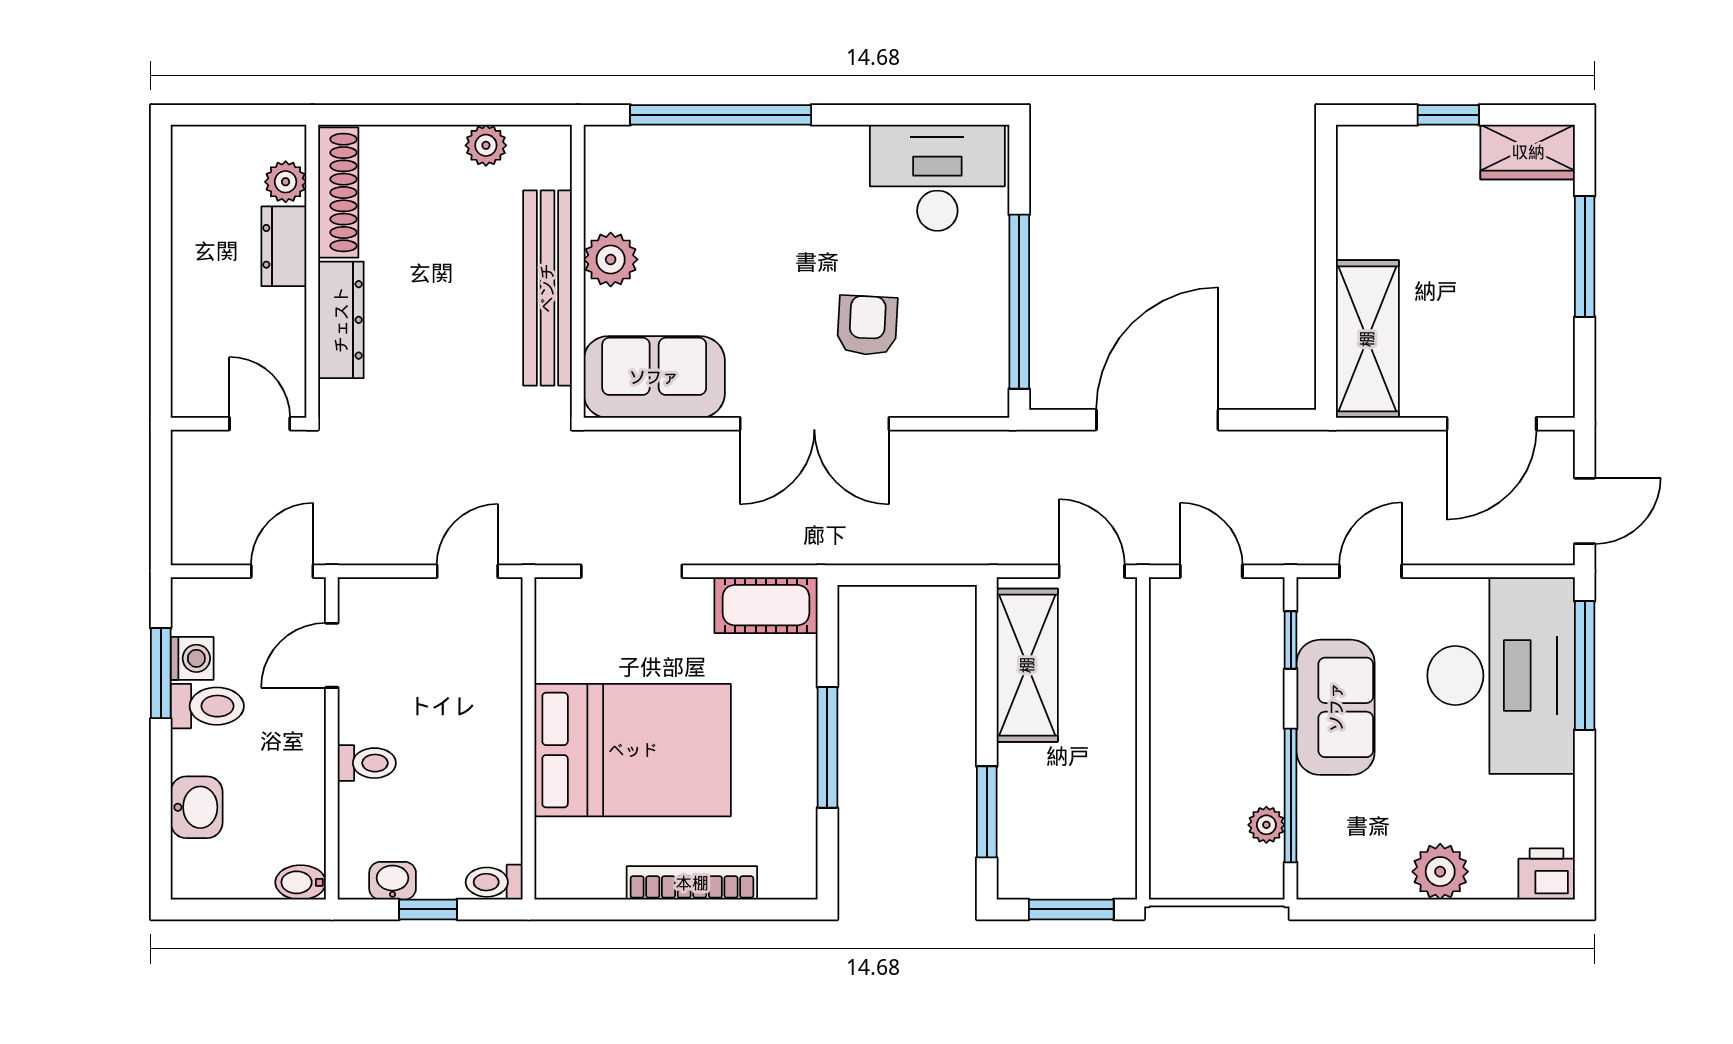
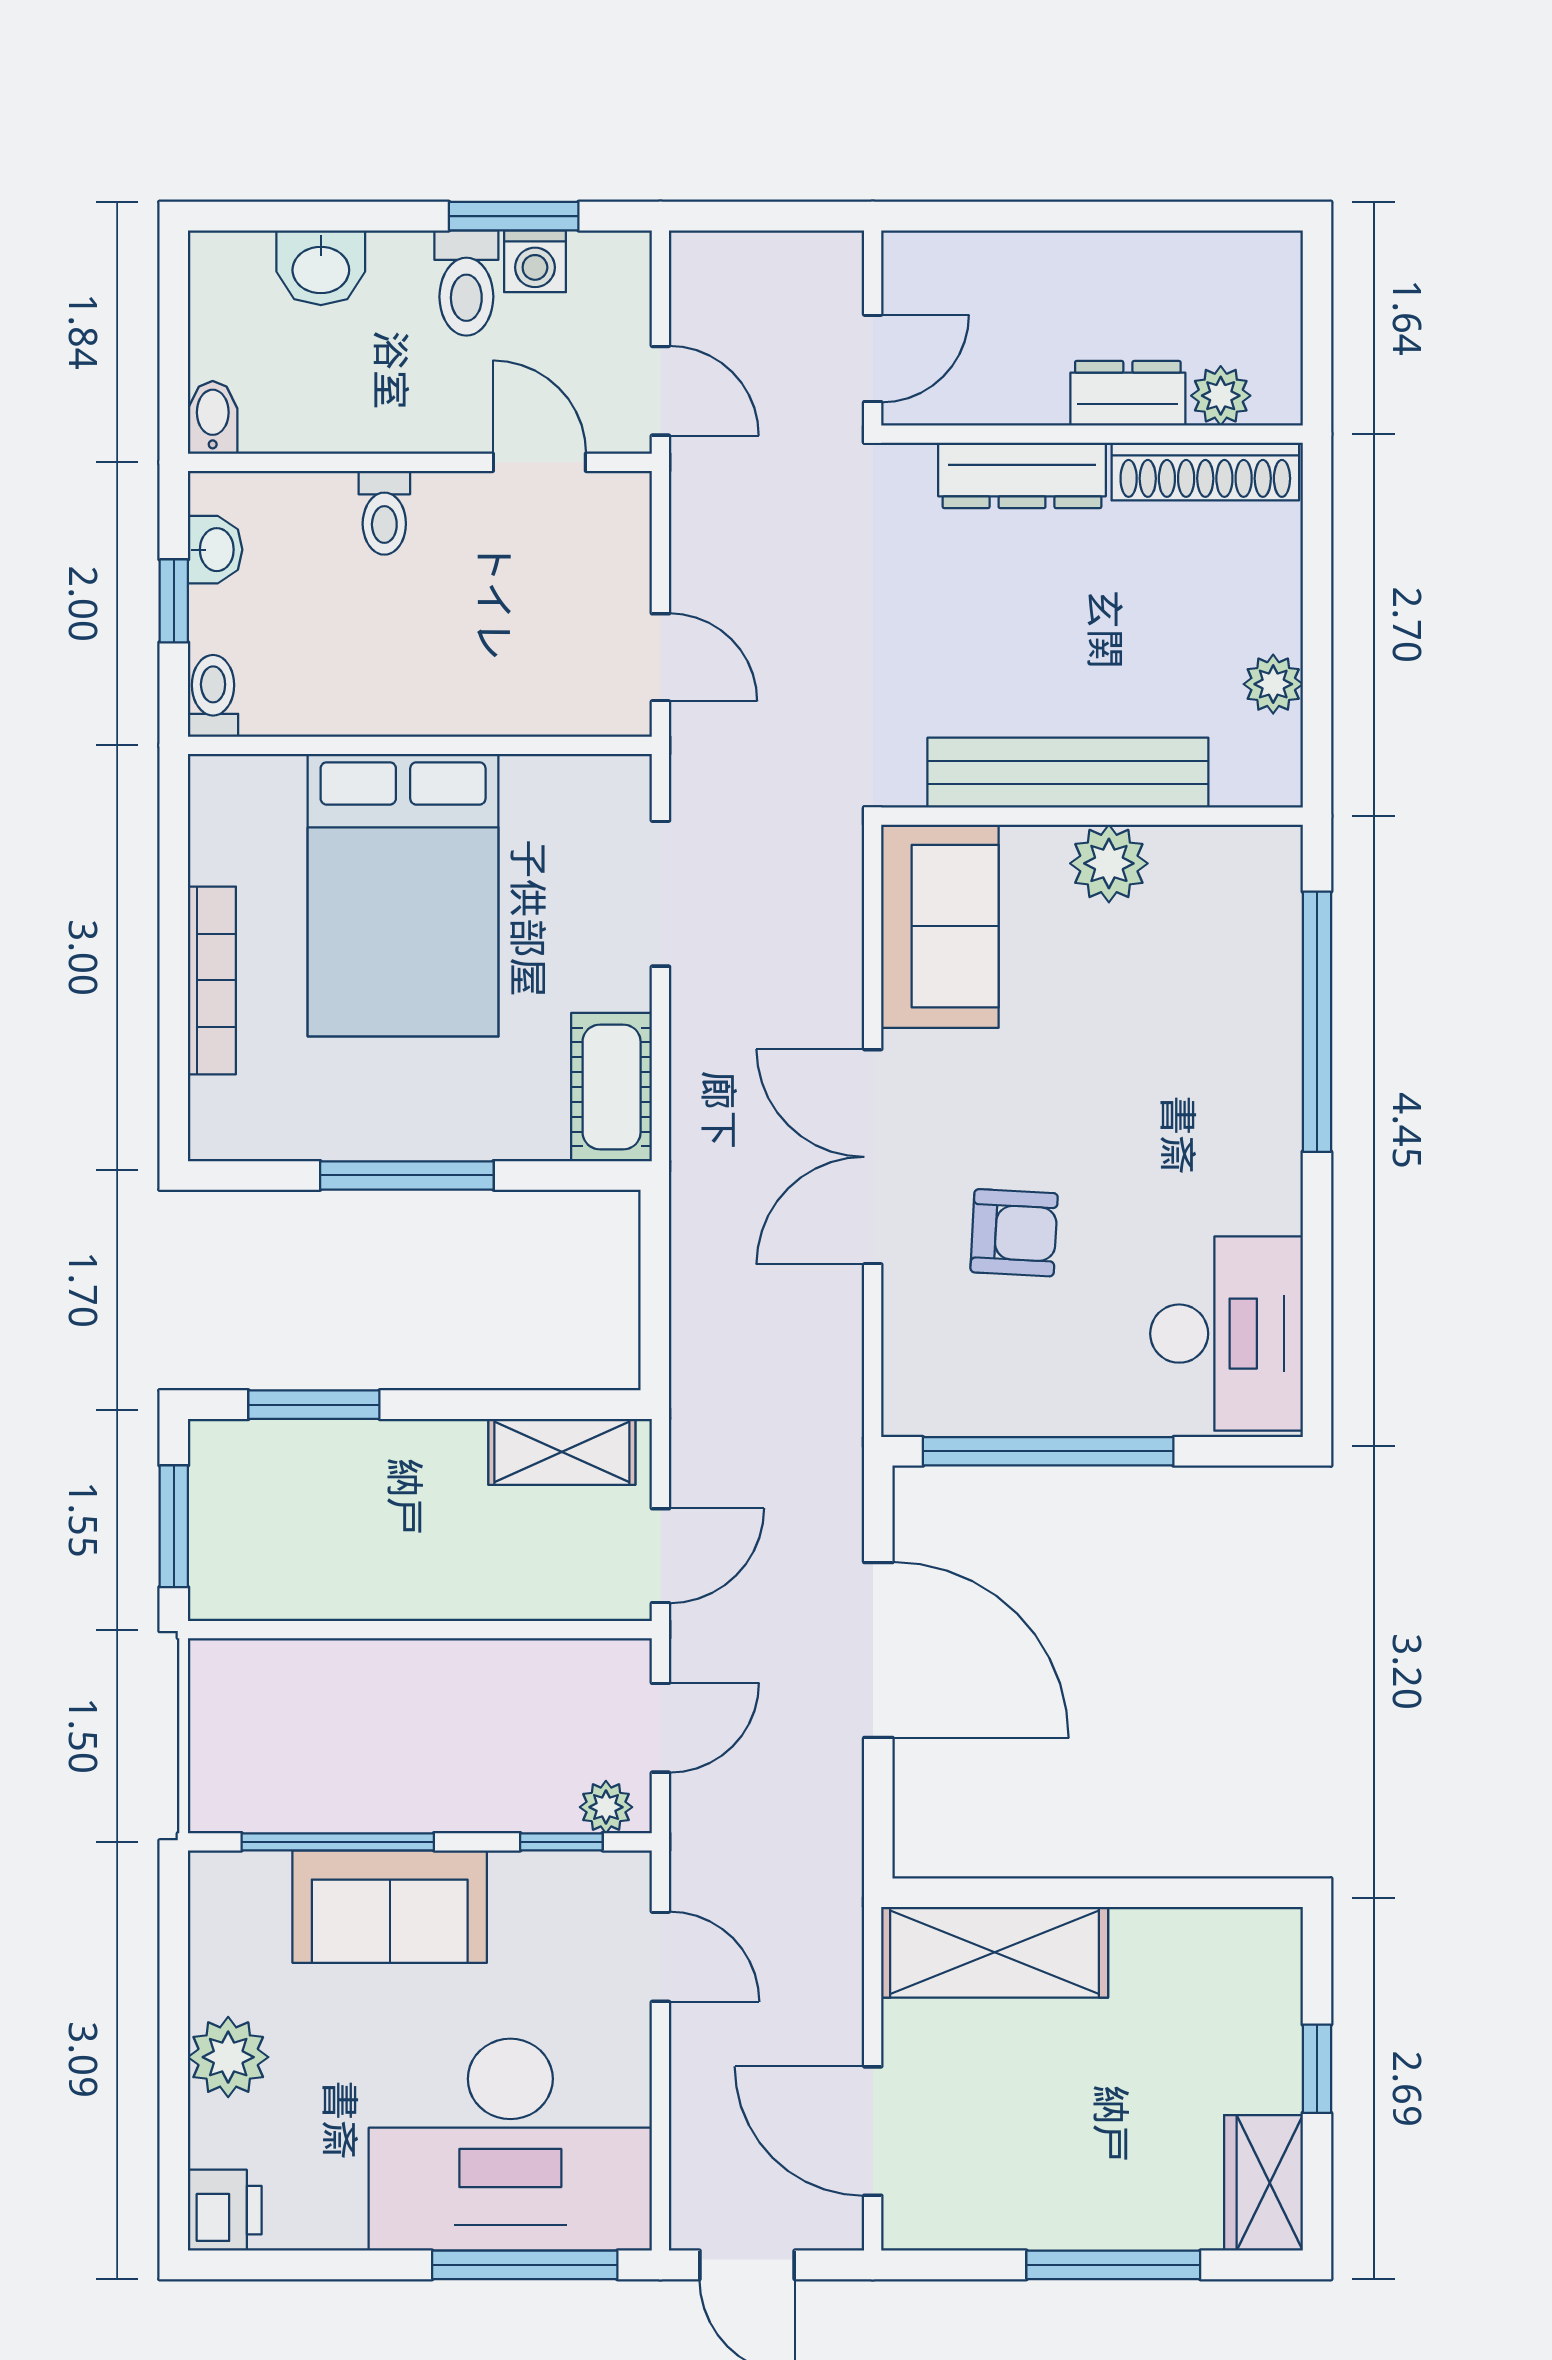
shelving: (1027, 665) -> (562, 1452), width x0.67, depth x0.75
sofa: (1336, 707) -> (390, 1907), moved
plant: (1266, 825) -> (606, 1807), moved

